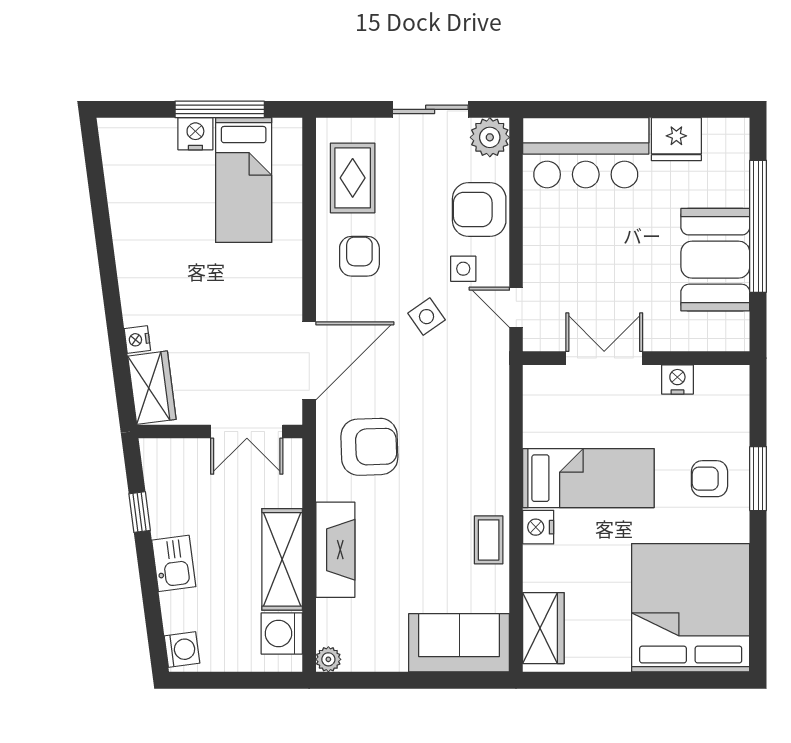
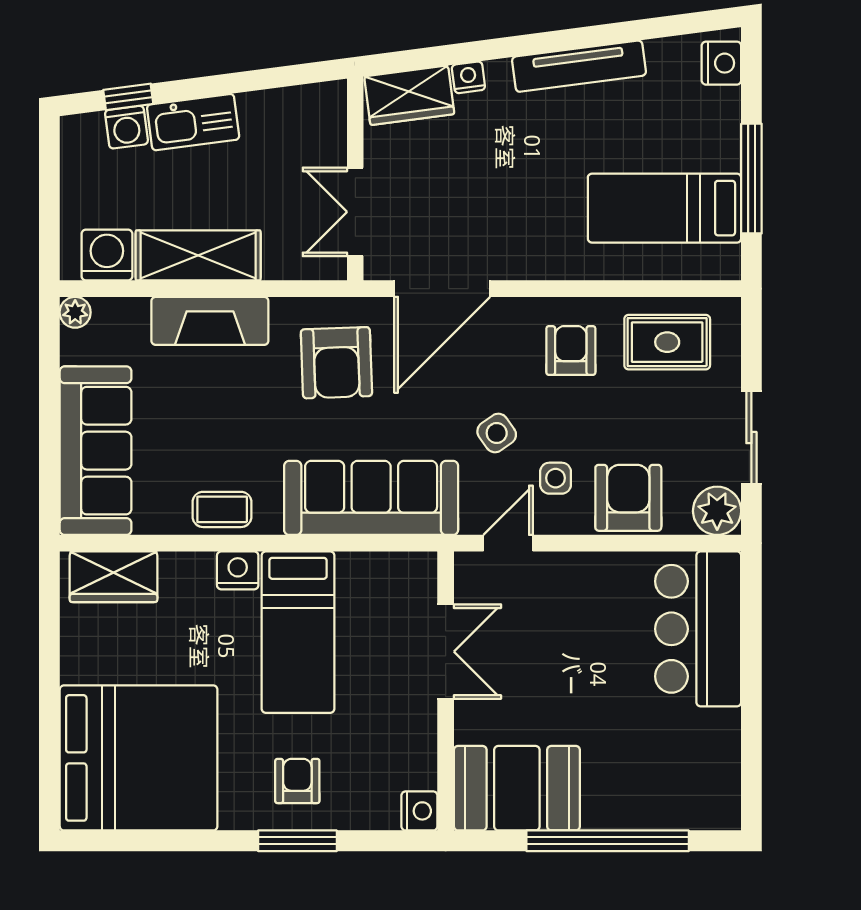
nightstand: (195, 134) -> (721, 63), moved
fridge: (676, 139) -> (715, 740), removed
tv unit: (128, 250) -> (579, 66), added
armchair: (359, 256) -> (571, 350), turned -90
booth: (715, 260) -> (517, 788), moved
door: (309, 361) -> (442, 289), hinge flipped
nightstand: (677, 379) -> (419, 811), moved
sofa: (479, 419) -> (371, 498), added
window: (140, 512) -> (128, 97), moved
kitchen sink: (174, 563) -> (193, 122), width x1.38
sofa: (459, 643) -> (96, 451), width x1.36
washing machine: (182, 650) -> (126, 127), moved

